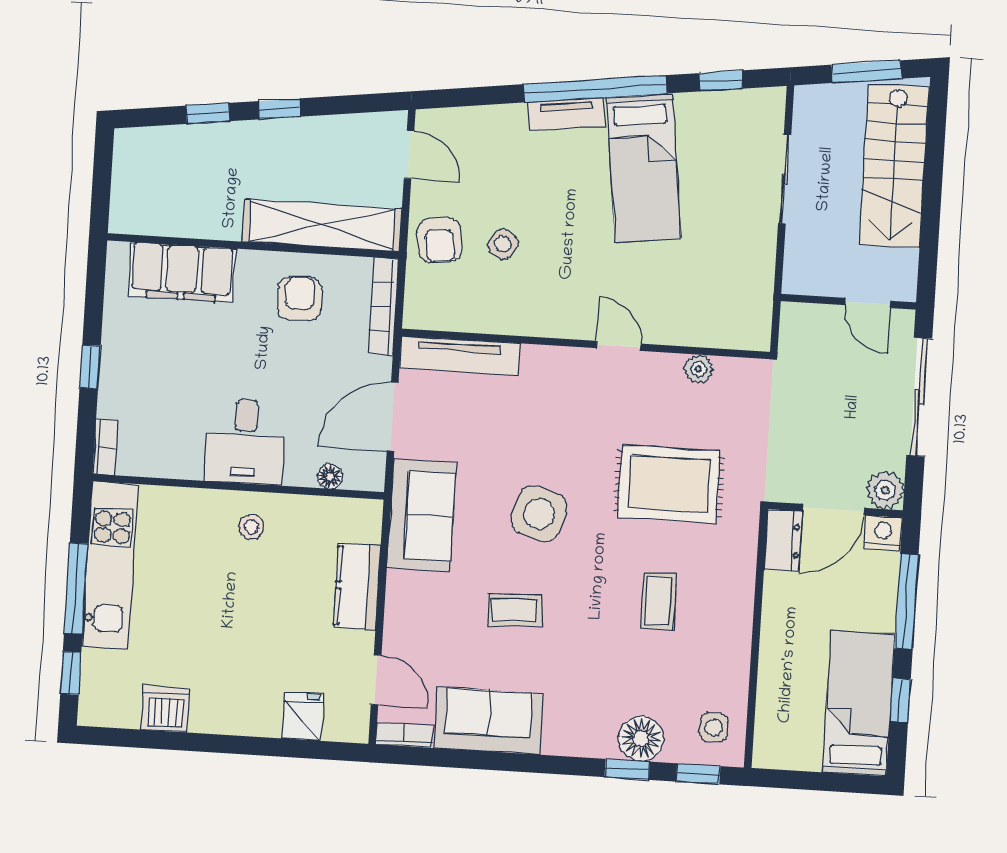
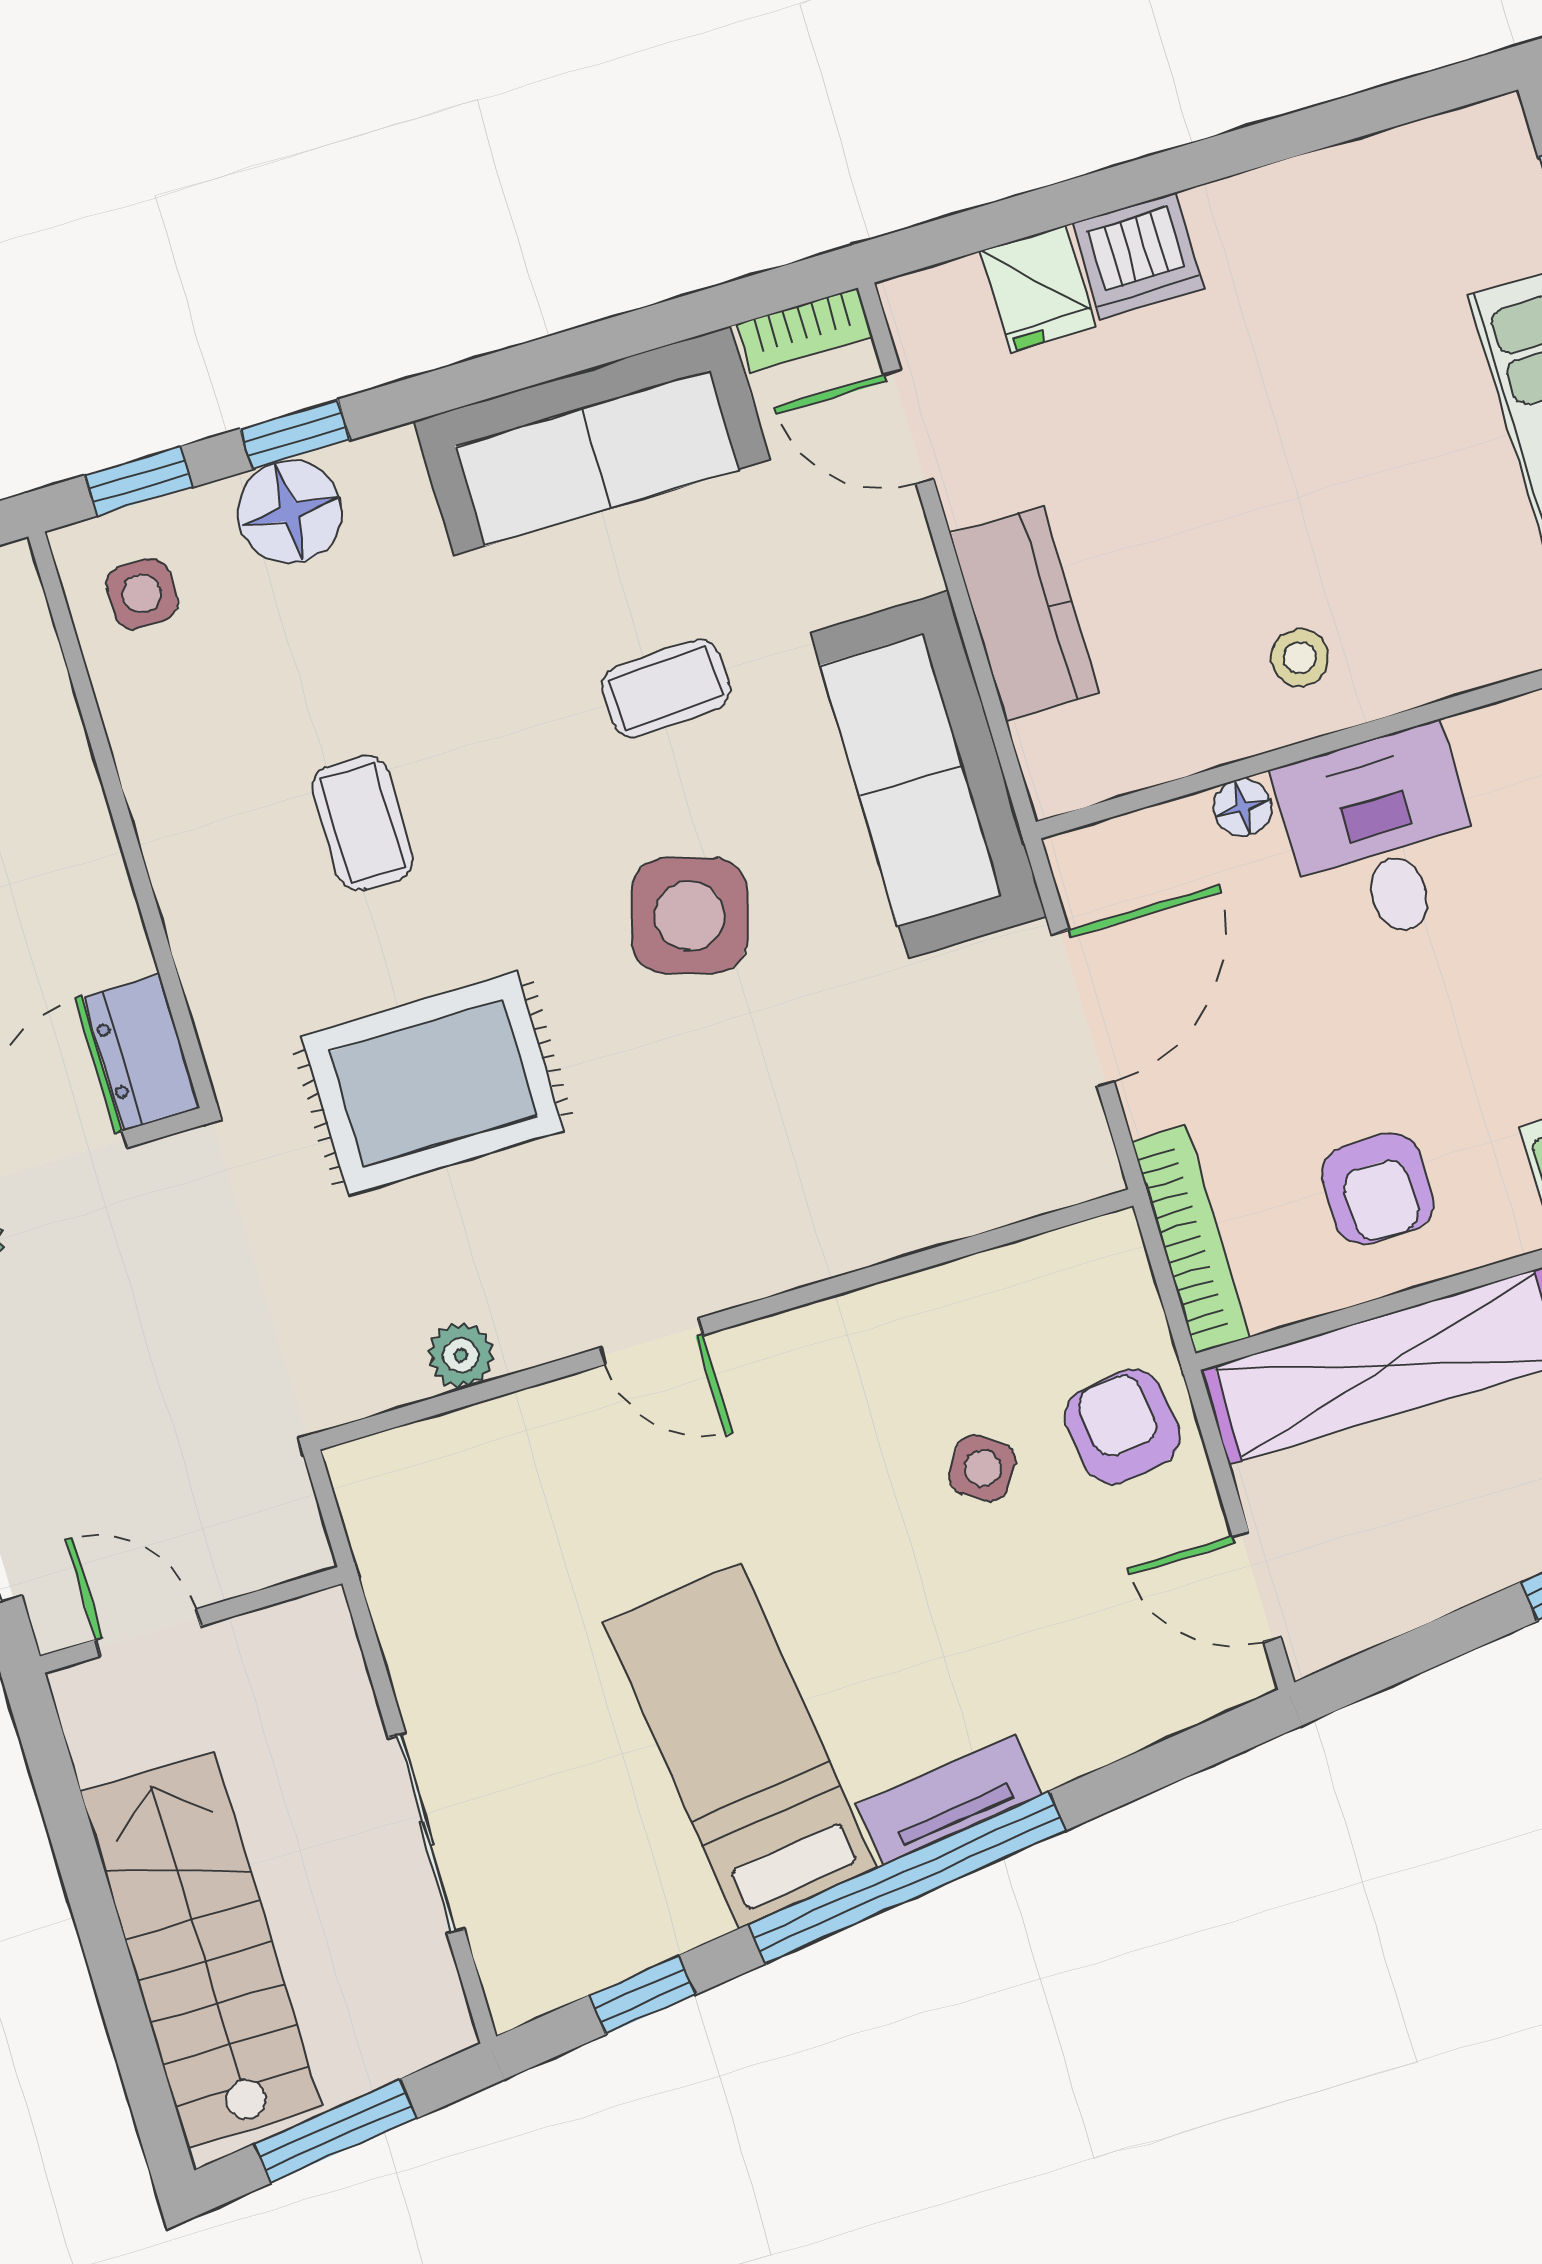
tv unit: (460, 356) -> (986, 1193), removed
floor lamp: (330, 476) -> (1243, 808), moved
sofa: (422, 515) -> (928, 775), width x1.36
dishwasher: (165, 709) -> (1138, 256), moved
sofa: (488, 721) -> (592, 441), width x1.36

